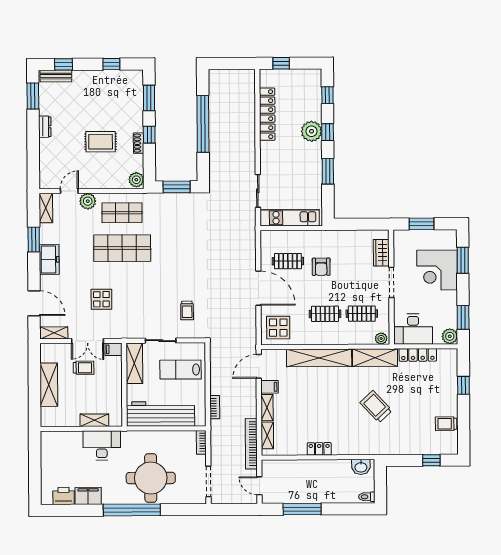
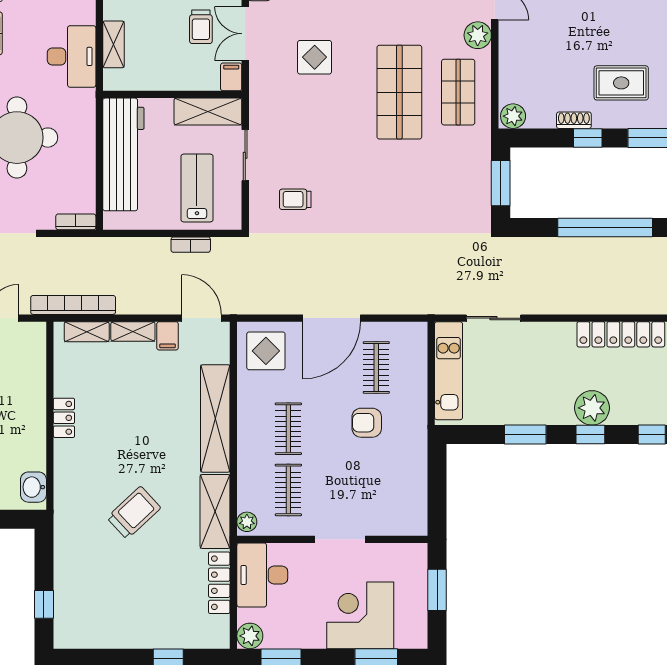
rug: (101, 142) -> (621, 83), moved, turned 90
wardrobe: (381, 253) -> (389, 523), removed
bookcase: (215, 407) -> (191, 245), moved
trolley: (446, 424) -> (105, 629), removed

